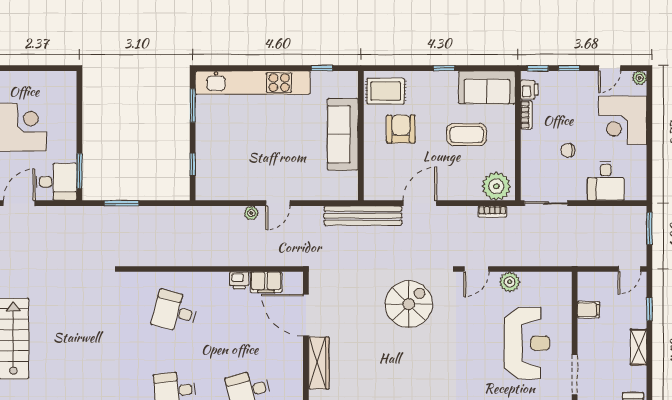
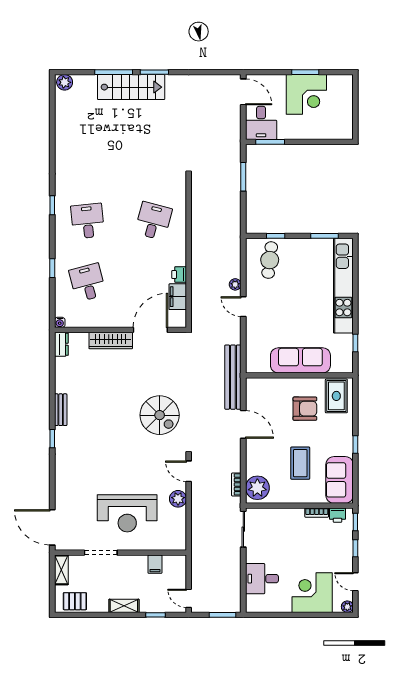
chair: (568, 150) -> (287, 547), removed
cafe table: (222, 171) -> (270, 260), added

